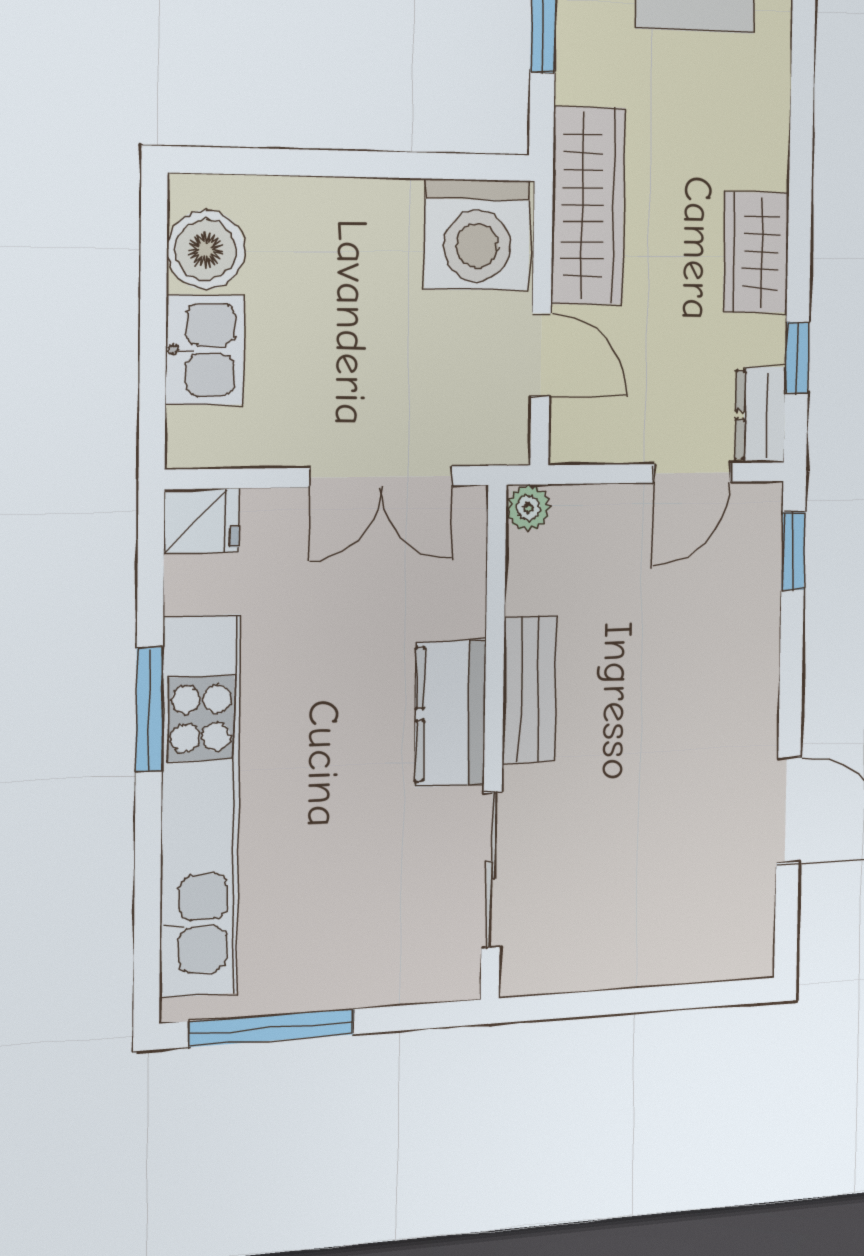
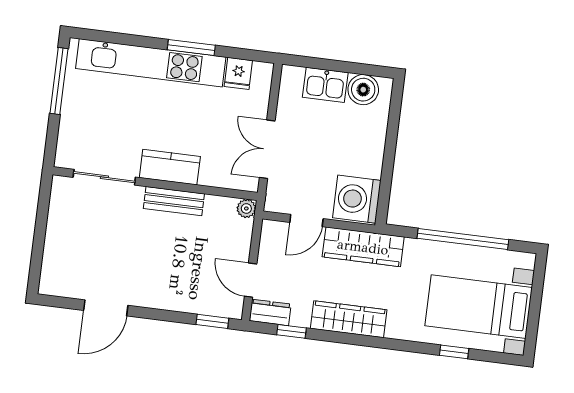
wardrobe: (756, 252) -> (349, 319), width x1.50
fridge: (202, 521) -> (238, 73), moved

